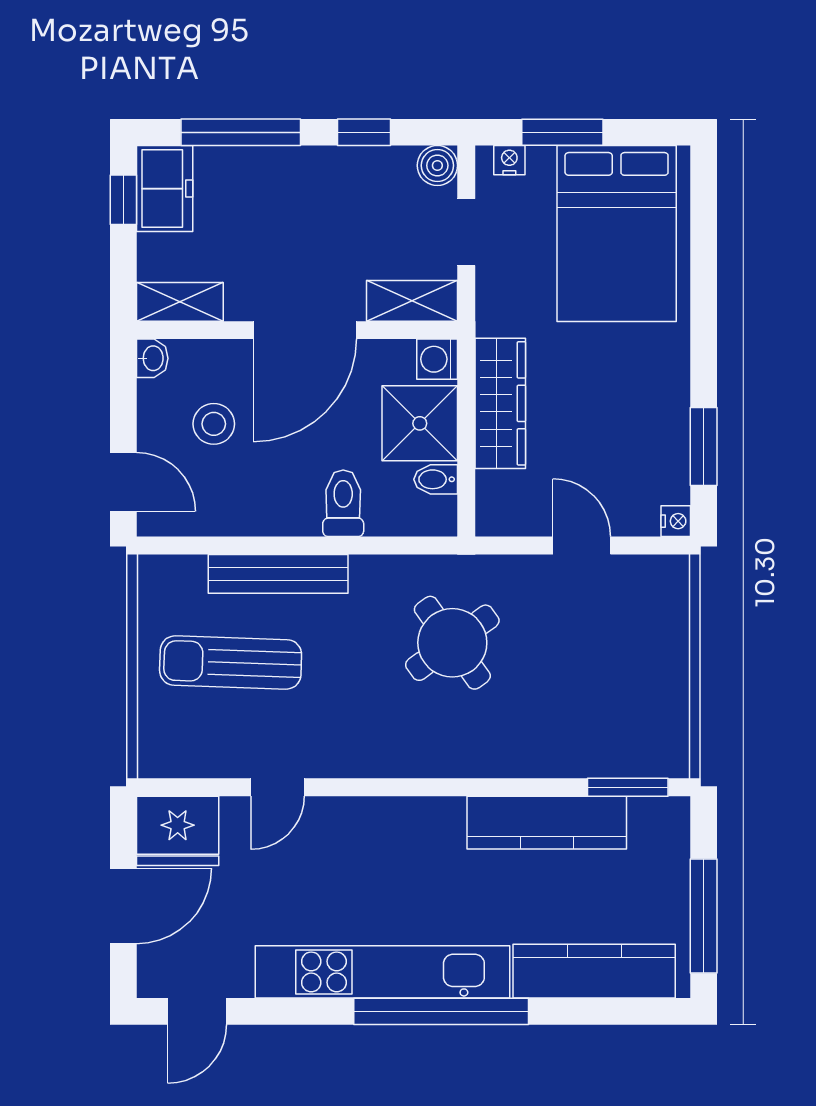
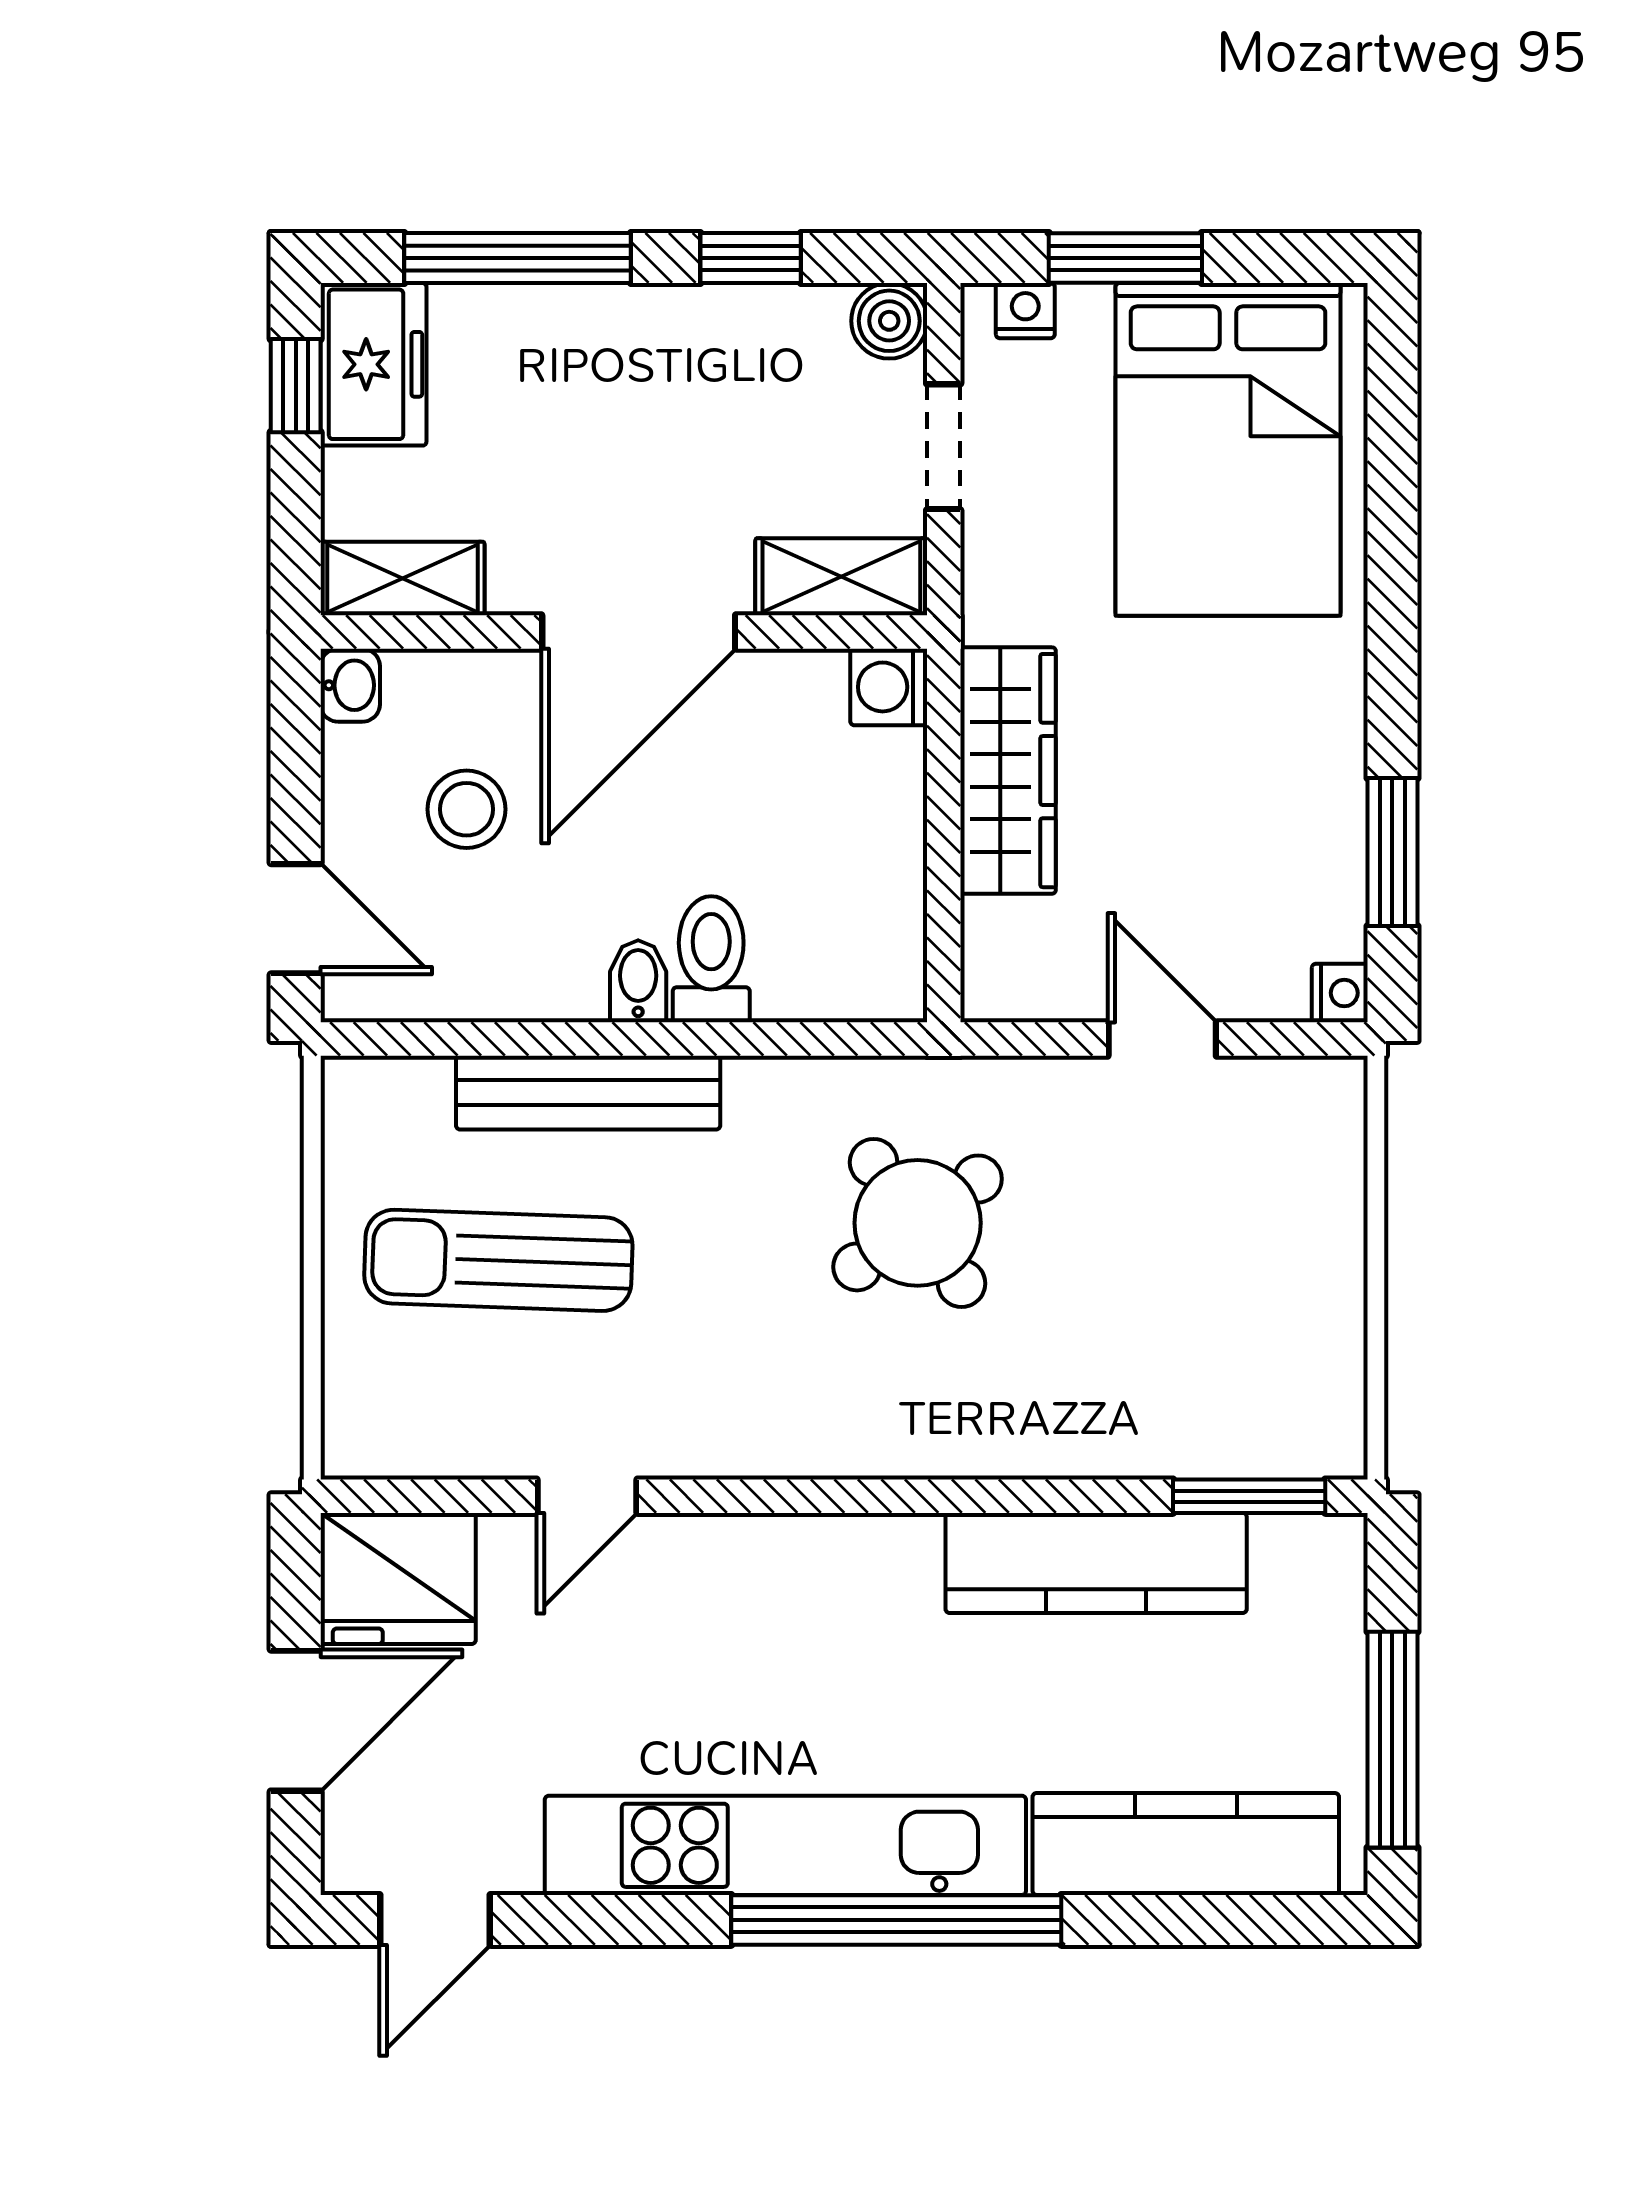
shower: (420, 423) -> (856, 808), removed
bidet: (436, 479) -> (638, 981), moved, turned 90

